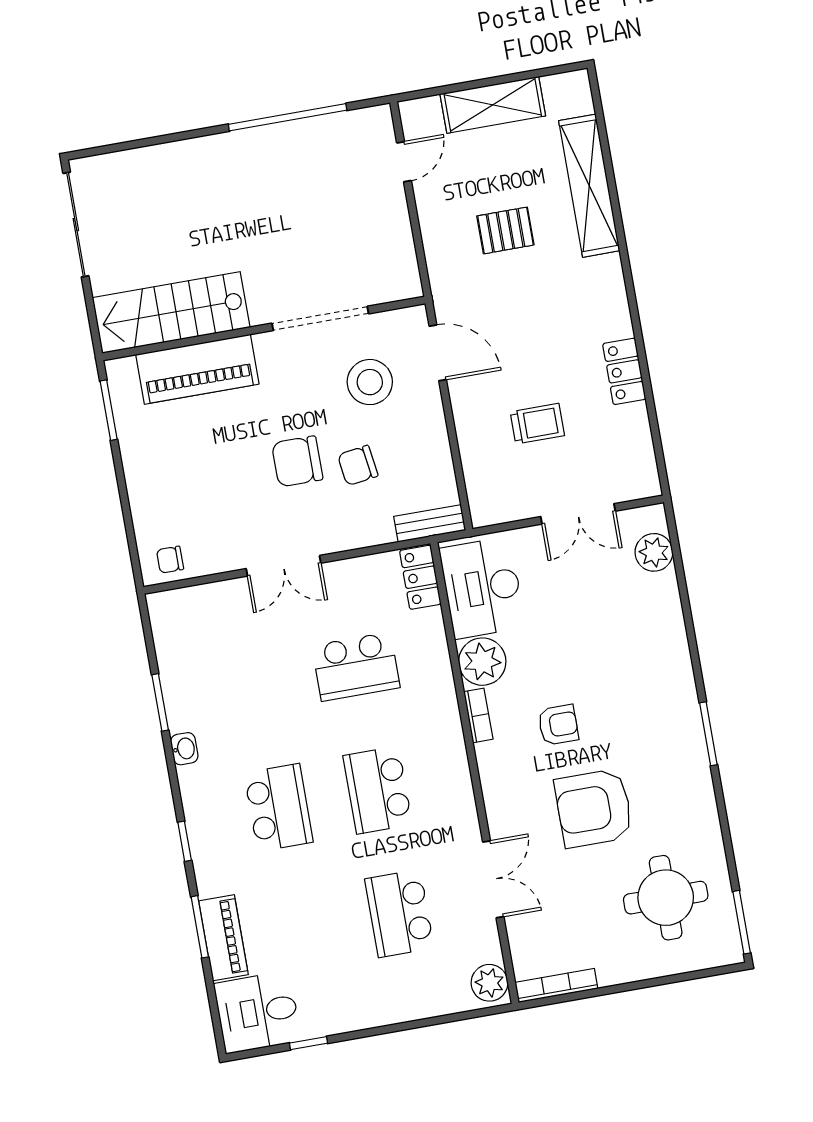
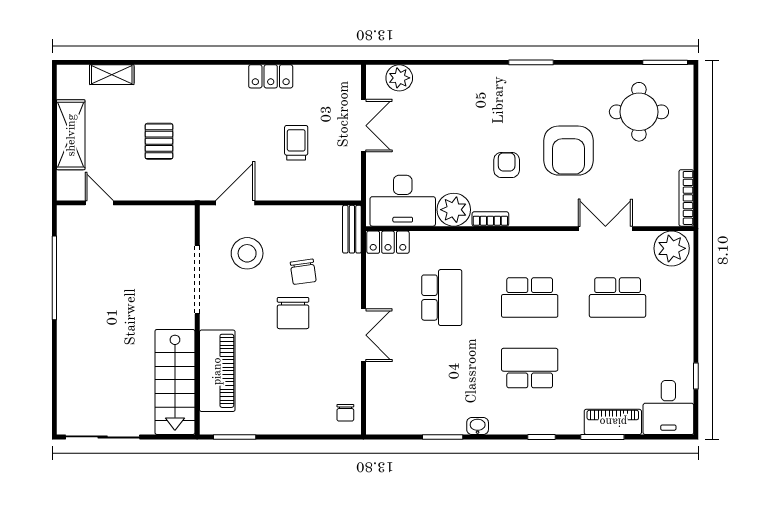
shelving: (589, 186) -> (112, 75), width x0.45, depth x0.75
plant: (489, 983) -> (672, 248), width x1.36, depth x1.36

